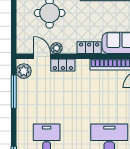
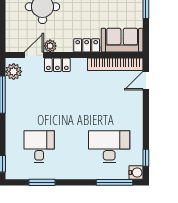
door: (42, 56) -> (34, 55), hinge flipped

